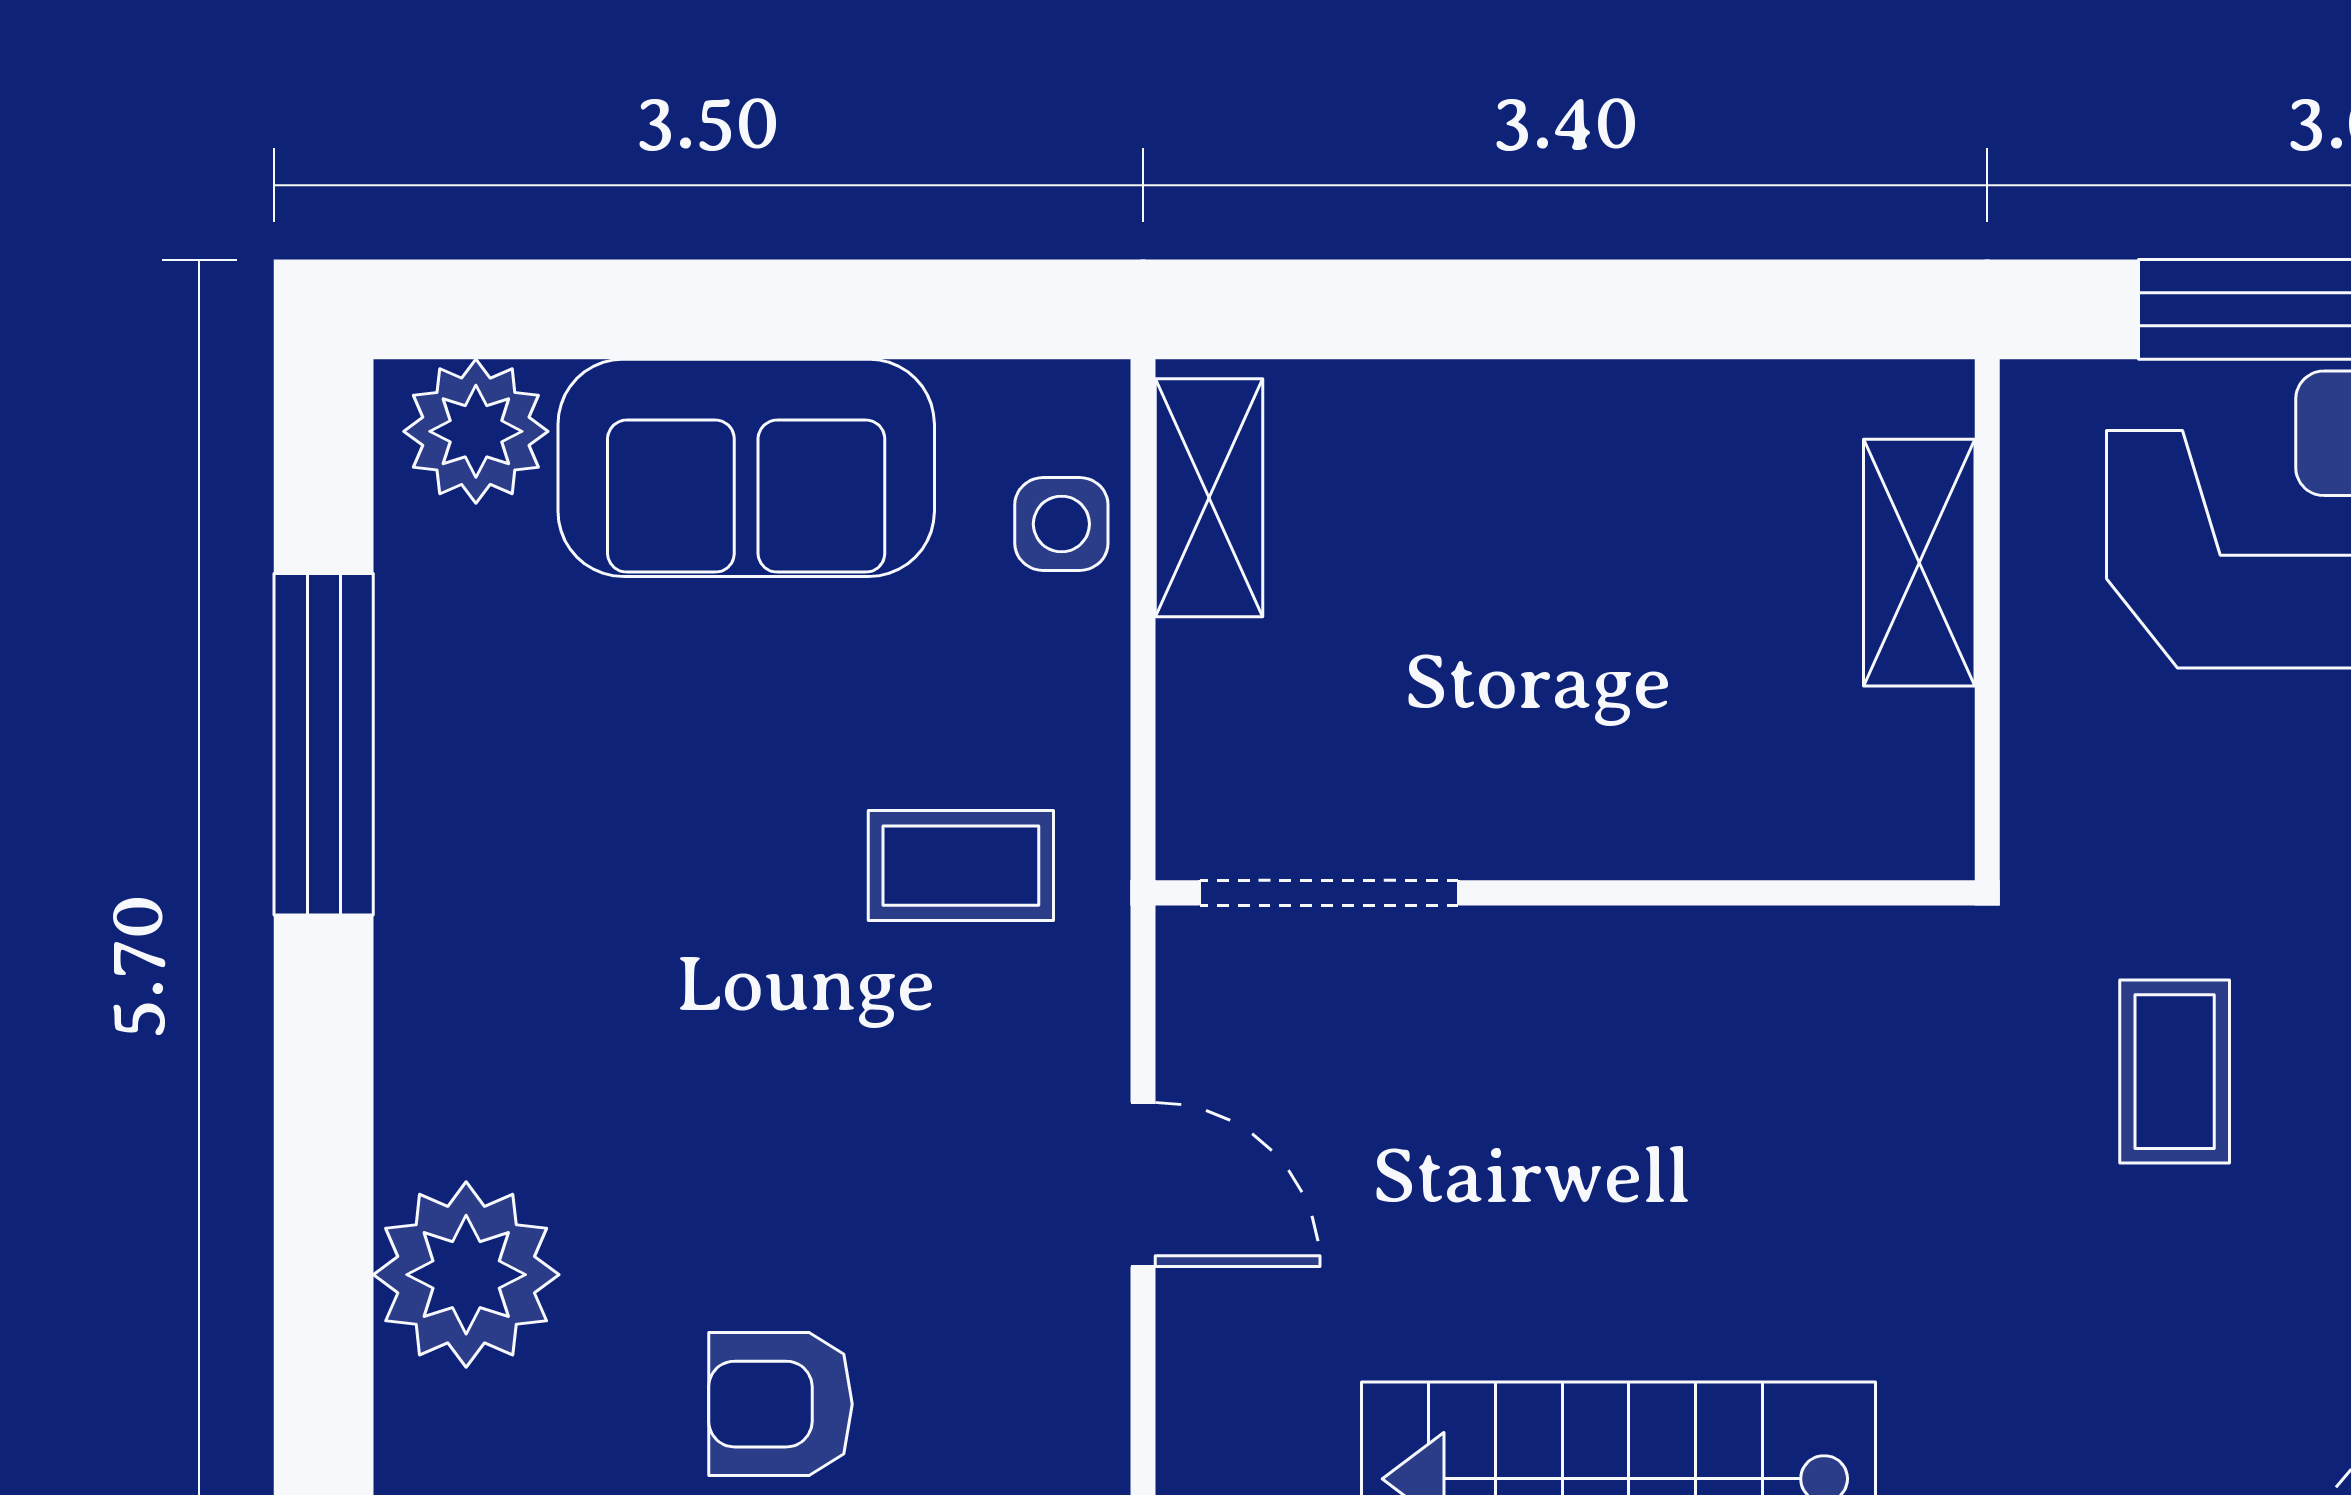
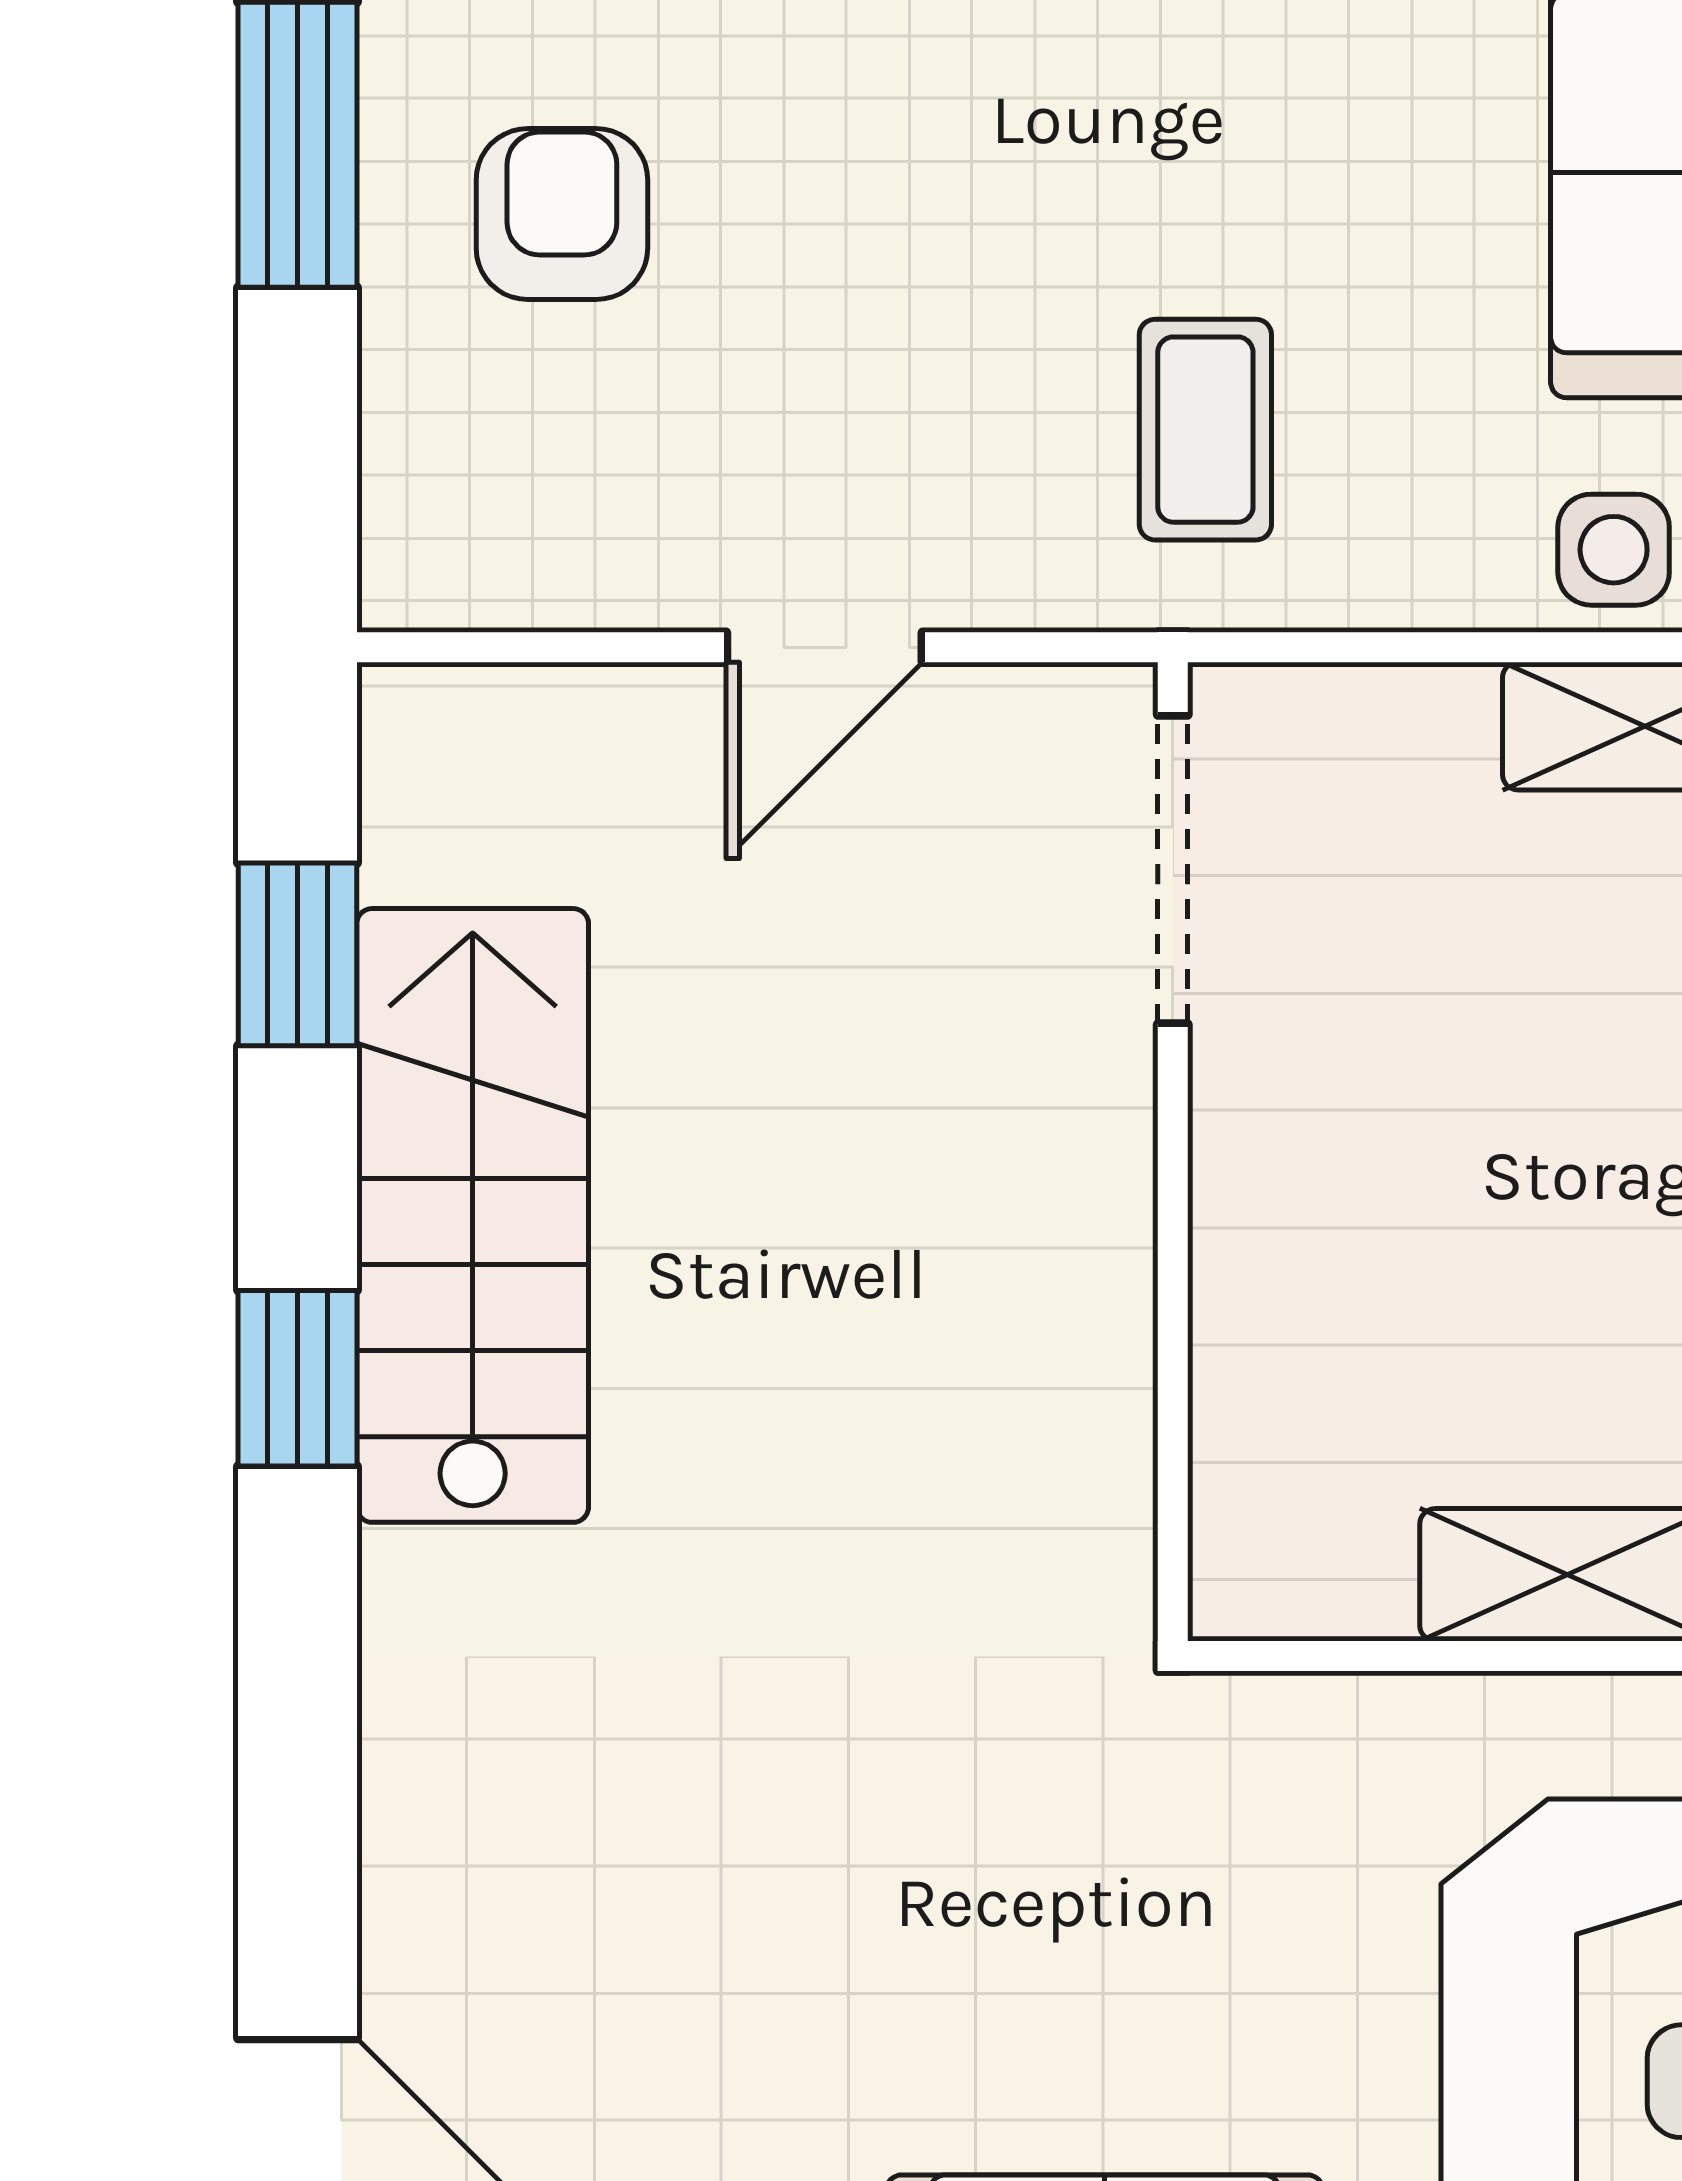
coffee table: (2175, 1072) -> (959, 1880), removed

